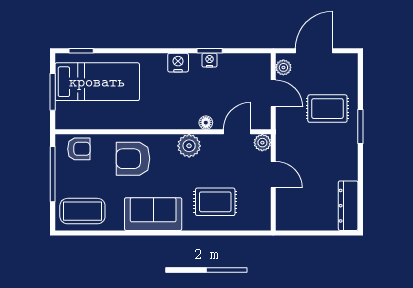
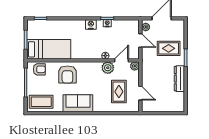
bed: (97, 82) -> (49, 49), moved
plant: (189, 146) -> (108, 68), moved
armchair: (133, 159) -> (67, 74), turned -90
door: (273, 175) -> (140, 93), moved
rug: (215, 202) -> (119, 92), moved, turned 90
dresser: (348, 206) -> (179, 79), moved

